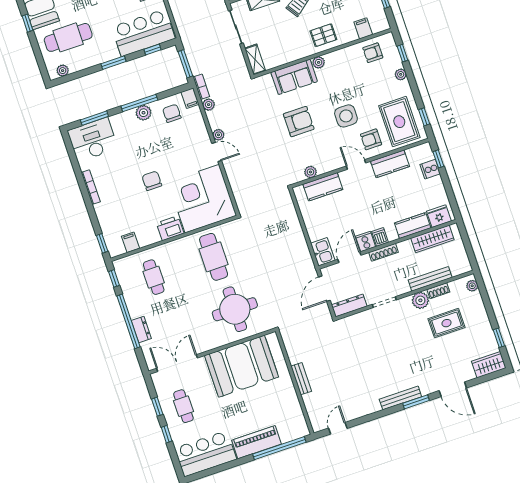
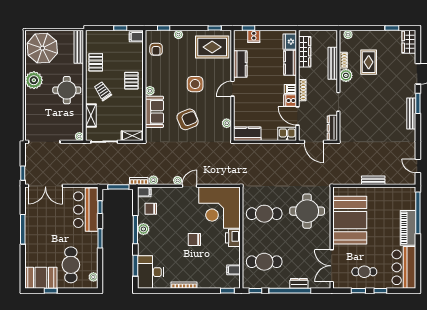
filing cabinet: (363, 28) -> (136, 37), moved
armchair: (299, 122) -> (188, 119), turned 68
armchair: (371, 139) -> (218, 72), removed
kitchen counter: (323, 187) -> (247, 134), moved, turned -90
cafe table: (154, 277) -> (264, 262), width x1.37, depth x1.35

